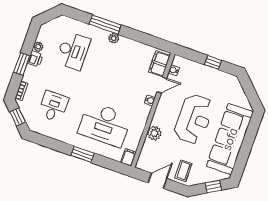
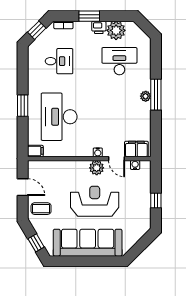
window: (105, 24) -> (156, 95), moved
plant: (38, 47) -> (116, 30), width x1.87, depth x1.87
desk: (73, 51) -> (119, 61), turned 180
reception desk: (194, 119) -> (95, 201), turned 180
plant: (154, 133) -> (97, 168), moved

